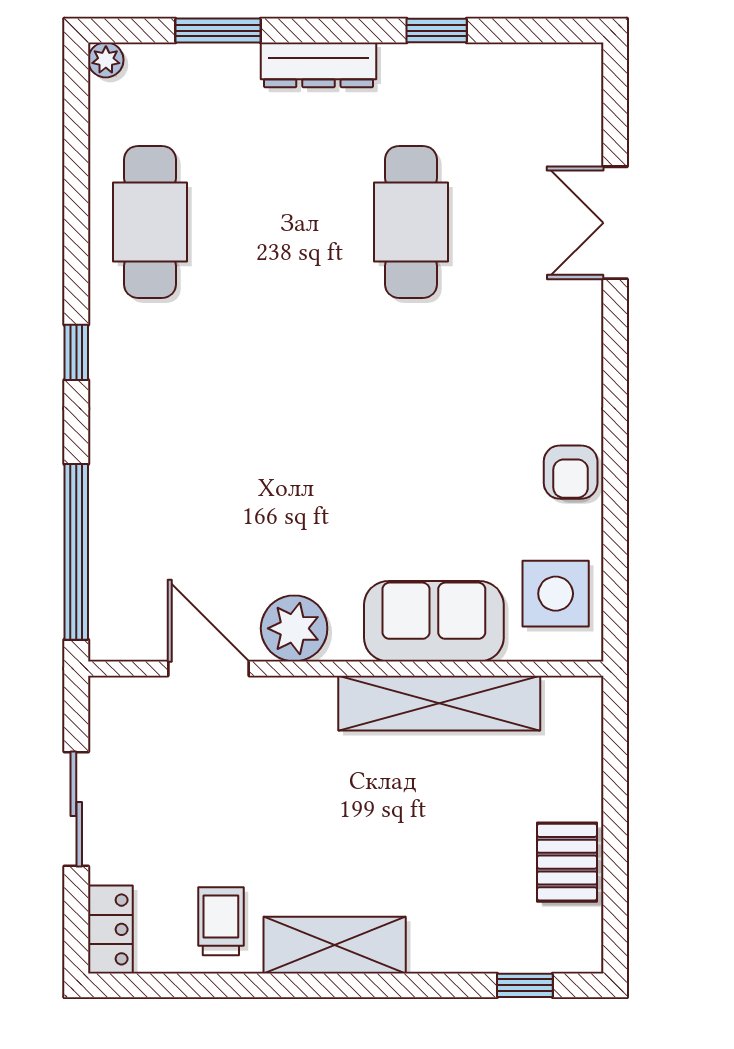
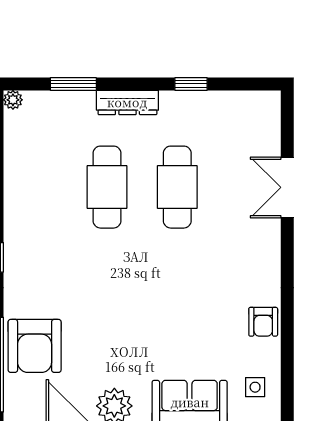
cafe table: (150, 222) -> (107, 187), moved
armchair: (146, 517) -> (35, 346), added
side table: (556, 594) -> (255, 387), width x0.54, depth x0.54

